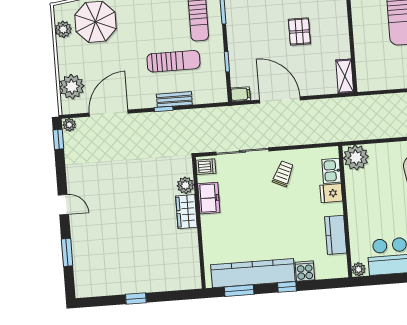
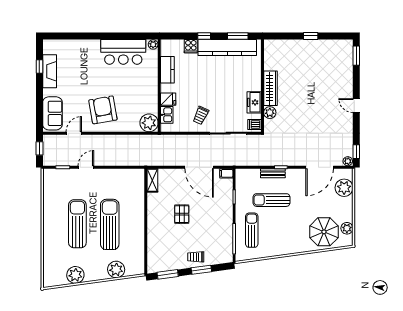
wardrobe: (186, 212) -> (271, 88), width x1.50
window: (67, 252) -> (356, 56), moved

